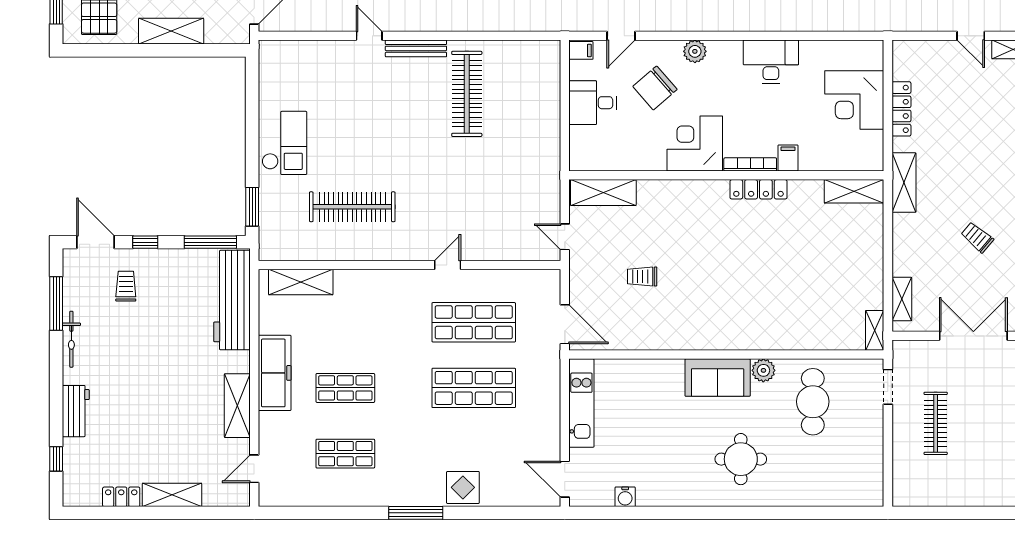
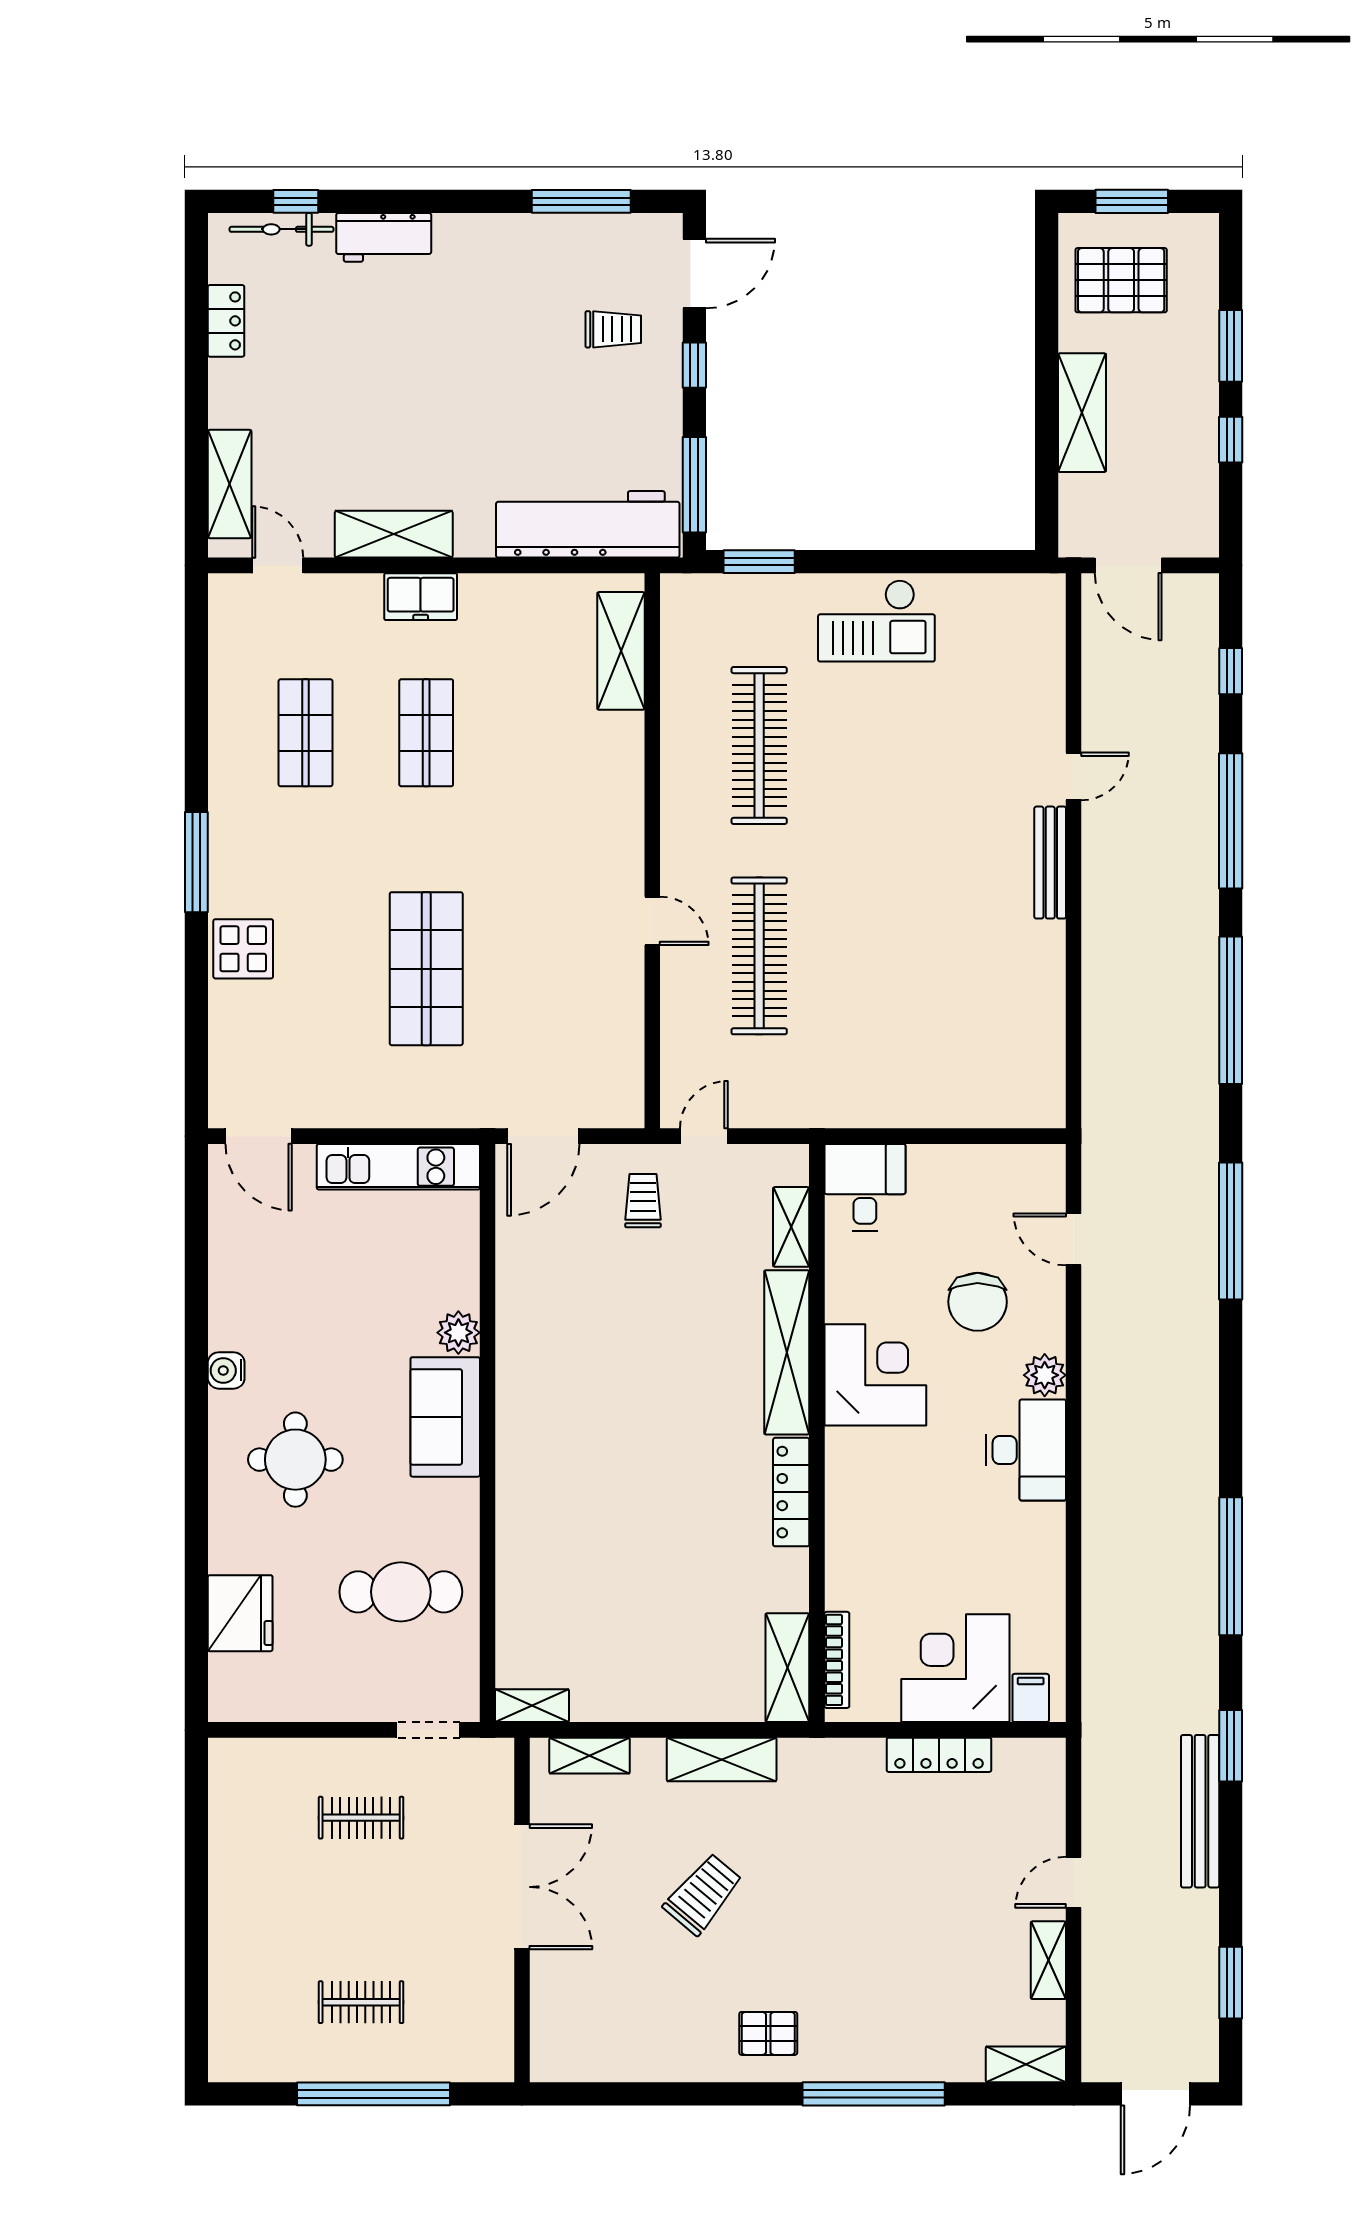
filing cabinet: (581, 50) -> (1046, 1166), removed
desk: (771, 61) -> (1026, 1450), moved
chair: (655, 88) -> (978, 1302), turned -139
clothes rail: (467, 94) -> (759, 956), moved, turned 90
desk: (593, 103) -> (865, 1187), moved
filing cabinet: (788, 158) -> (1031, 1698), moved, turned -90
bookcase: (750, 164) -> (837, 1660), moved
shelving: (904, 183) -> (722, 1759), moved
shelving: (682, 192) -> (787, 1352), added
shelving: (603, 193) -> (791, 1227), width x0.67, depth x0.75
trolley: (977, 237) -> (703, 1894), width x1.36, depth x1.39
trolley: (642, 277) -> (643, 1201), moved
shop shelf: (474, 322) -> (547, 969), removed
bicycle: (71, 339) -> (282, 229), moved
plant: (763, 370) -> (458, 1333), moved
freezer: (275, 373) -> (421, 597), width x0.52, depth x0.79
clothes rail: (936, 423) -> (361, 1818), width x0.73
door: (565, 479) -> (259, 1136), swing flipped
fridge: (824, 489) -> (240, 1613), added
shelving: (172, 495) -> (230, 484), moved
water cooler: (625, 497) -> (226, 1370), moved

